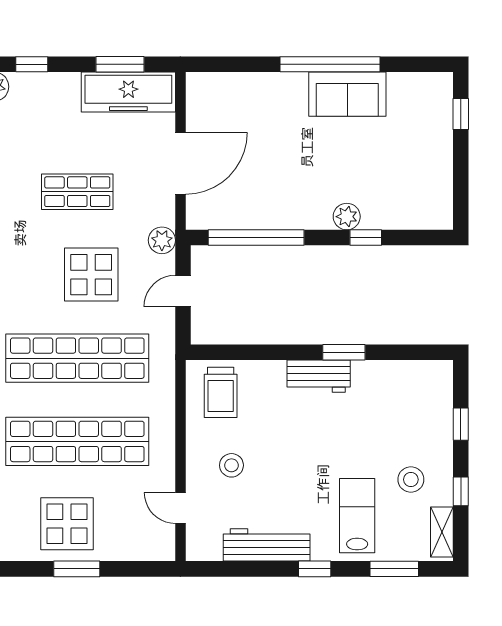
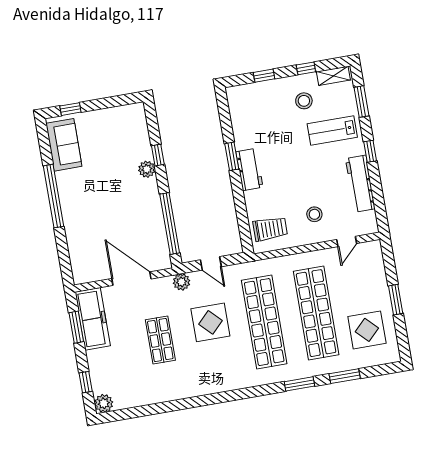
sofa: (347, 94) -> (64, 145), moved
display table: (67, 524) -> (367, 330), moved

